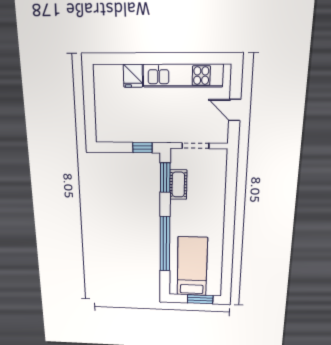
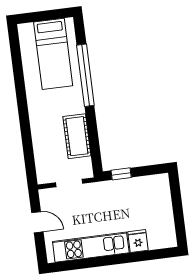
window: (165, 178) -> (95, 147), removed
cot: (178, 185) -> (77, 136), width x1.37, depth x1.34
window: (200, 299) -> (39, 16), removed

